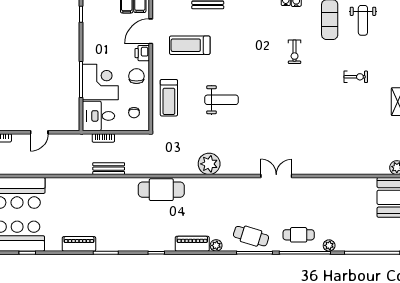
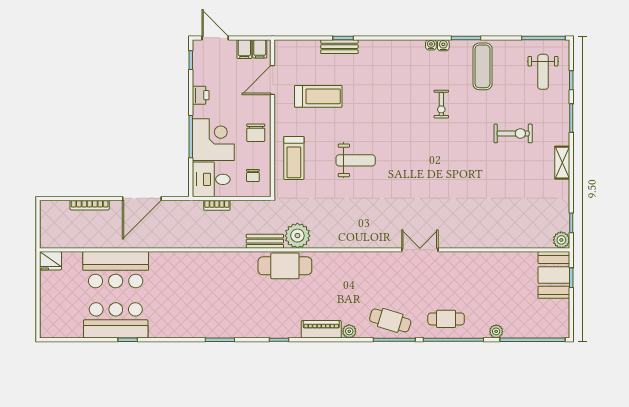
weight bench: (363, 20) -> (543, 72), moved
treadmill: (190, 45) -> (318, 96), turned 180
printer: (142, 53) -> (201, 95), moved, turned 180
chair: (136, 76) -> (256, 133), turned 180
exercise bike: (356, 77) -> (513, 133), width x1.38, depth x1.39
door: (39, 132) -> (142, 198), width x1.87
plant: (209, 164) -> (297, 236), moved
bench: (109, 169) -> (265, 241), moved
piano: (79, 244) -> (188, 330), removed
plant: (329, 245) -> (496, 331), moved

